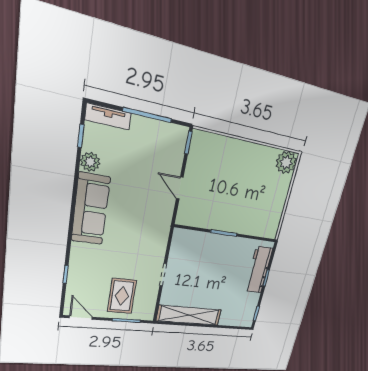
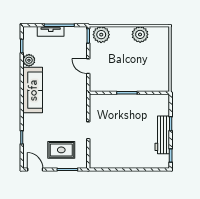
tv unit: (108, 117) -> (51, 31), moved
plant: (207, 145) -> (101, 35), added
plant: (286, 162) -> (140, 34), moved
workbench: (259, 270) -> (162, 135), moved
rug: (122, 296) -> (61, 150), turned 90
shelving: (189, 315) -> (114, 161), removed

